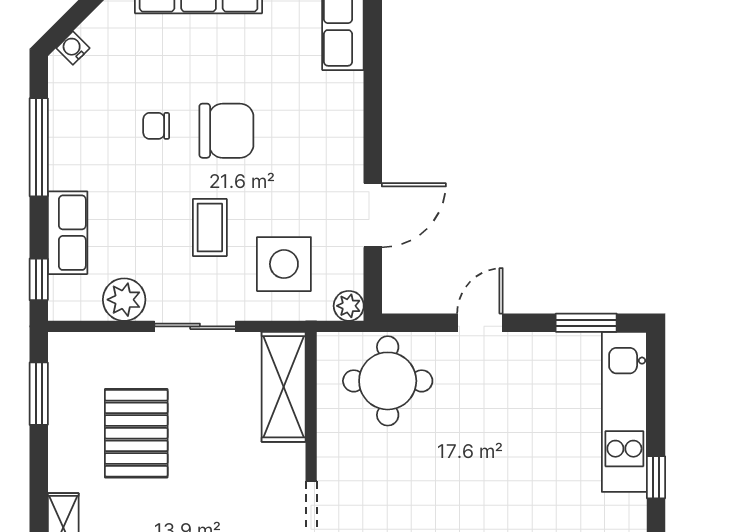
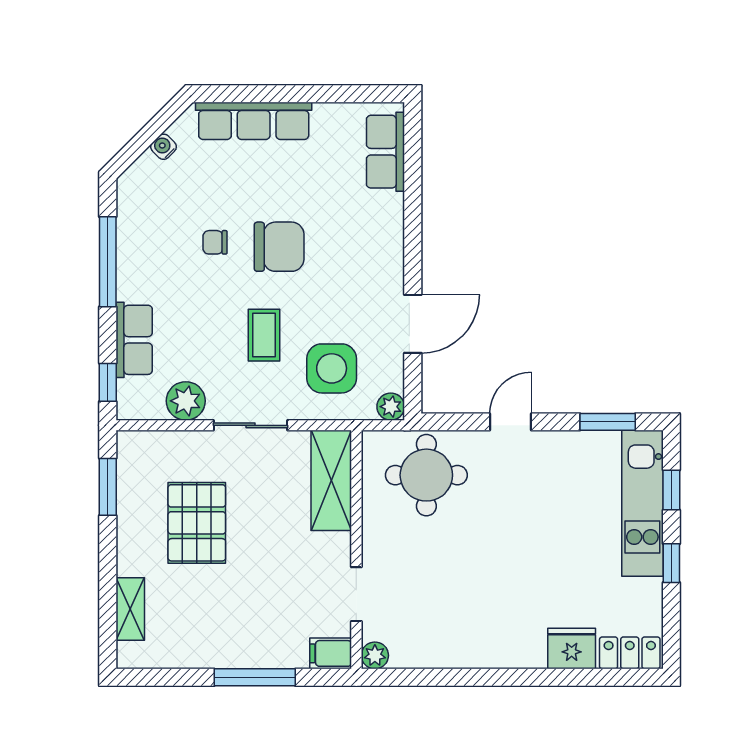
water cooler: (73, 48) -> (164, 147), moved
window: (656, 397) -> (671, 490), added

